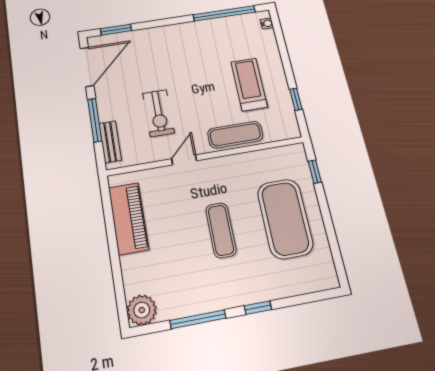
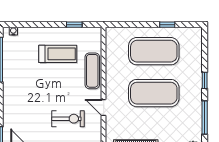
treadmill: (249, 84) -> (58, 54), turned 180
window: (315, 172) -> (167, 25), moved
exercise mat: (221, 230) -> (154, 93), width x2.00, depth x1.45

